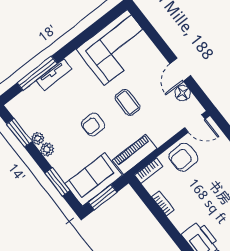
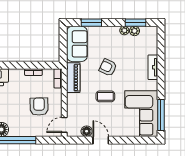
window: (37, 73) -> (161, 115), moved
armchair: (93, 125) -> (108, 67), turned -64
plant: (47, 149) -> (135, 31), moved
armchair: (184, 157) -> (39, 107), moved
window: (103, 197) -> (63, 41), removed

